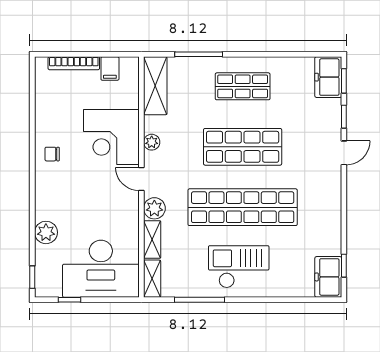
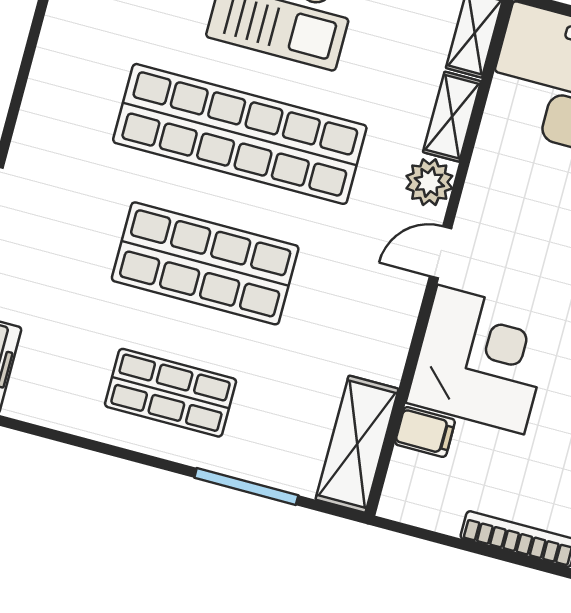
filing cabinet: (110, 69) -> (425, 432), moved, turned 90
plant: (152, 142) -> (397, 325), removed
door: (141, 179) -> (440, 252), swing flipped

